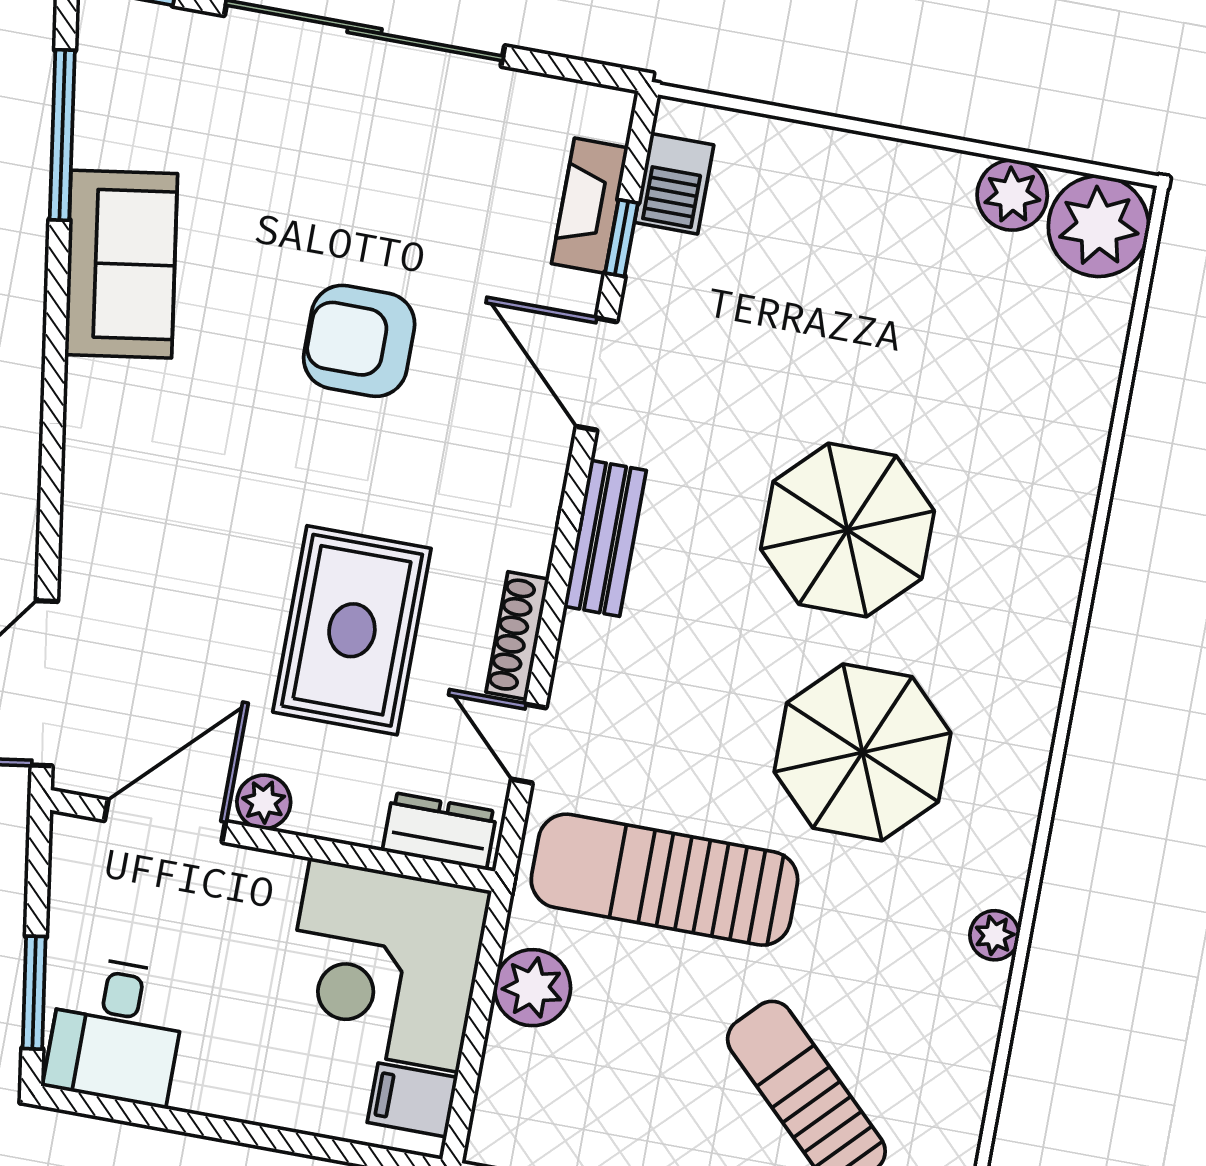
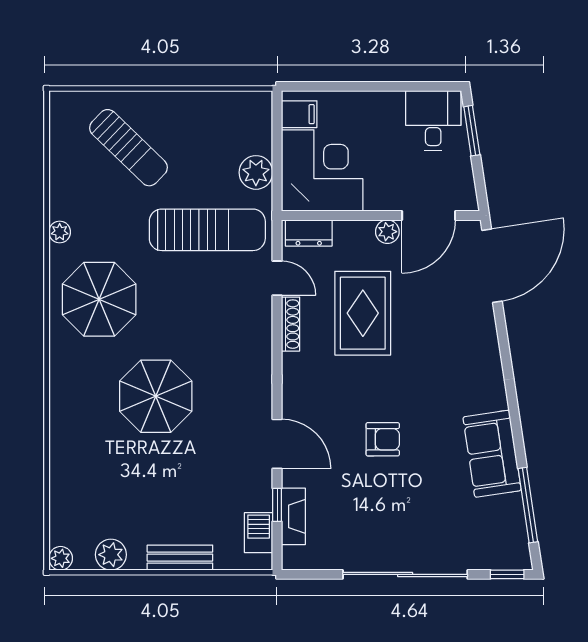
plant: (1099, 226) -> (61, 558), width x0.53, depth x0.53
armchair: (359, 341) -> (383, 439), width x0.72, depth x0.72
bench: (605, 538) -> (180, 558), moved, turned 90
parasol: (863, 752) -> (99, 299), moved

